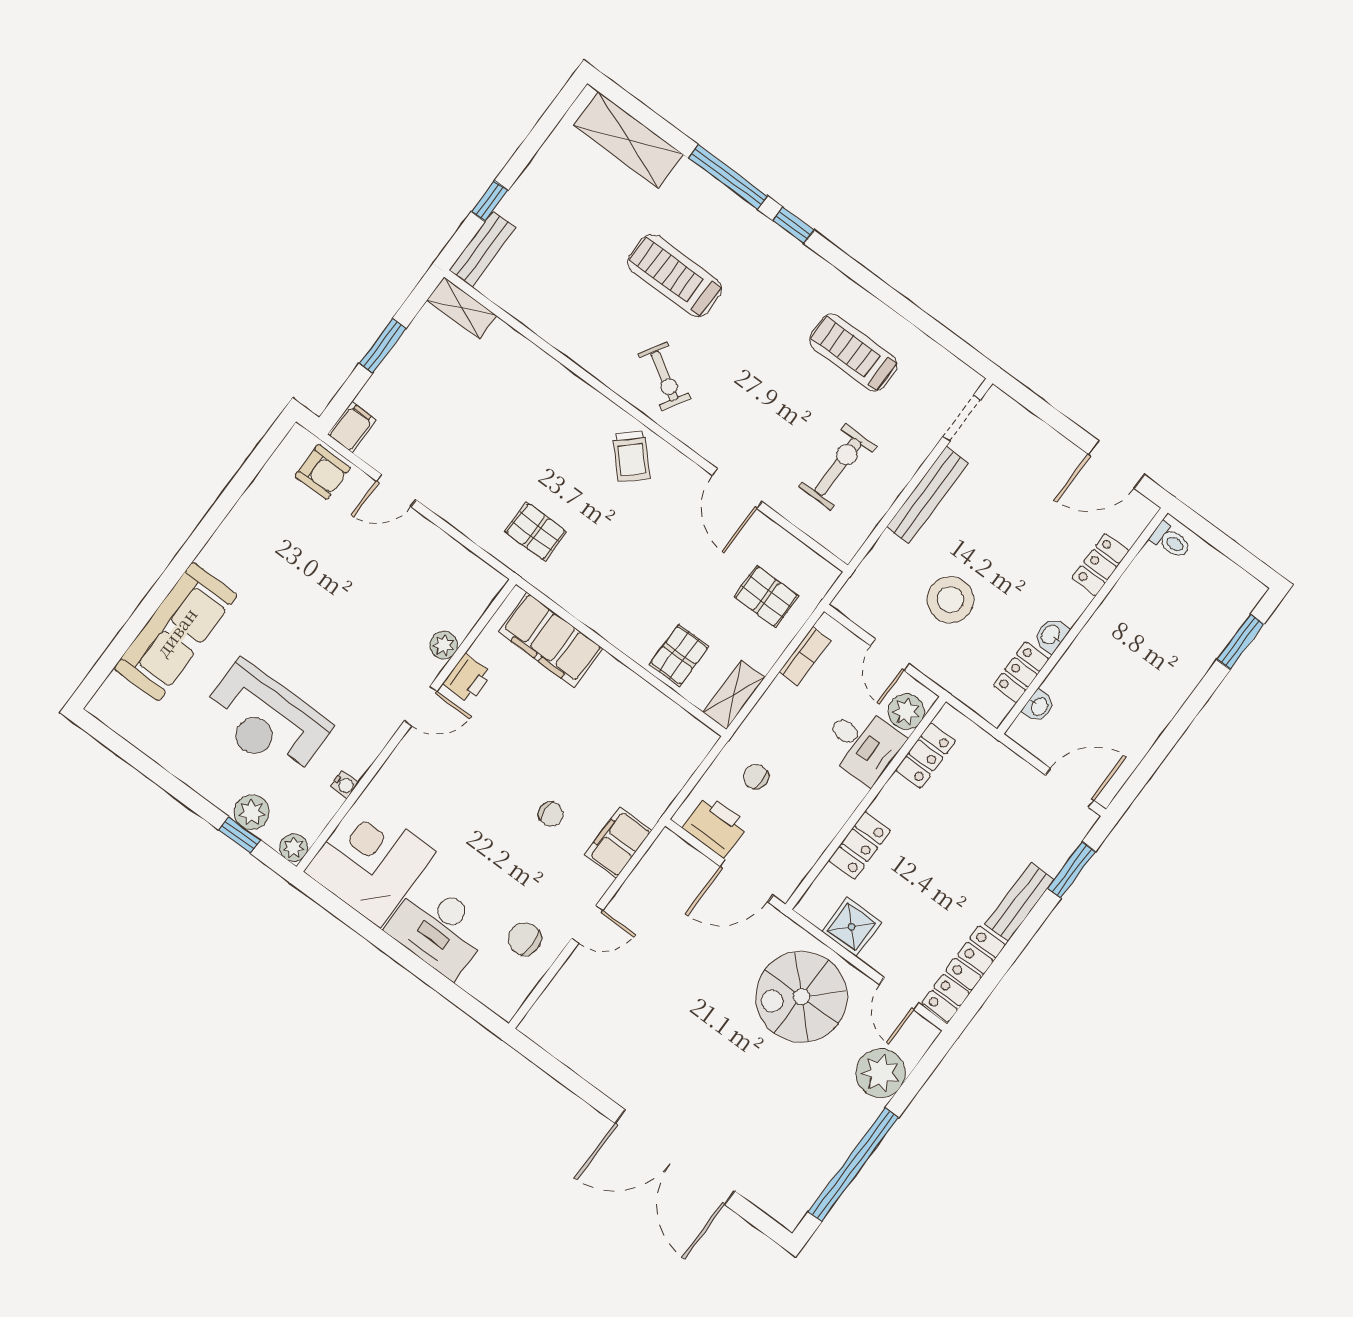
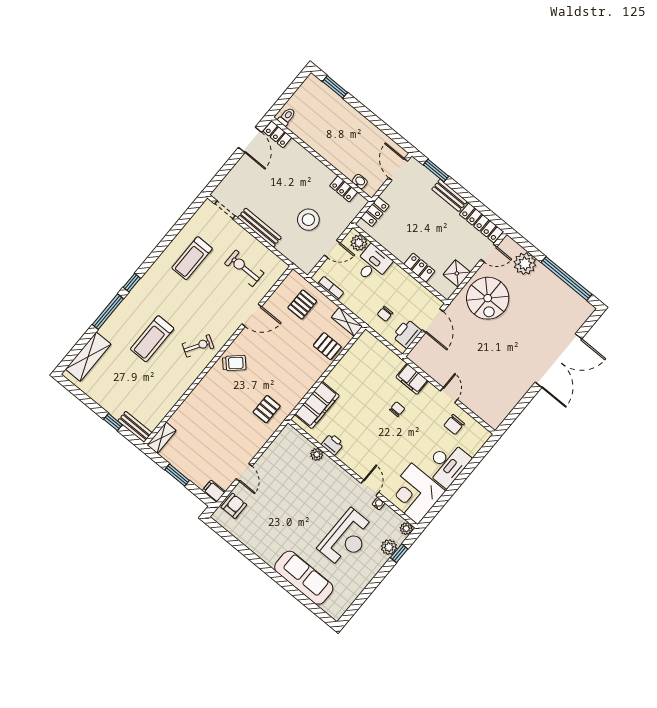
locker: (1100, 565) -> (277, 134), moved
washbasin: (1051, 635) -> (327, 174), removed
door: (421, 706) -> (370, 488), moved
locker: (926, 755) -> (375, 212), moved, turned 90

